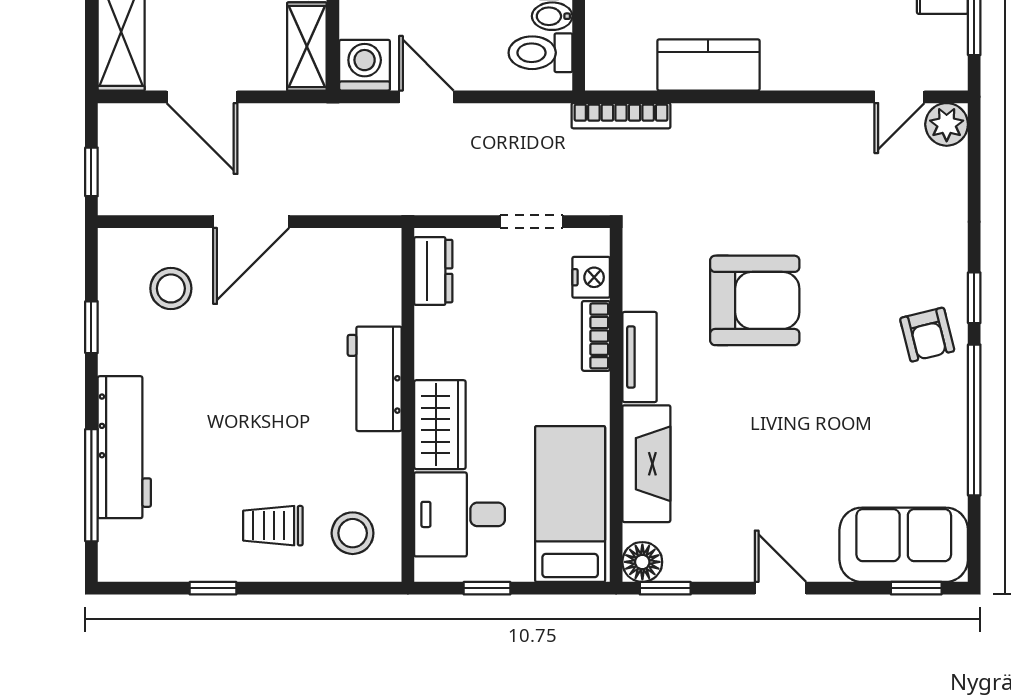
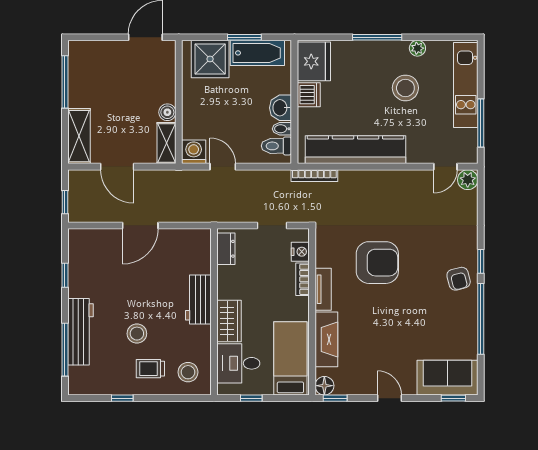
kitchen counter: (708, 65) -> (356, 150), width x2.08, depth x1.17
stool: (171, 288) -> (137, 334), moved

